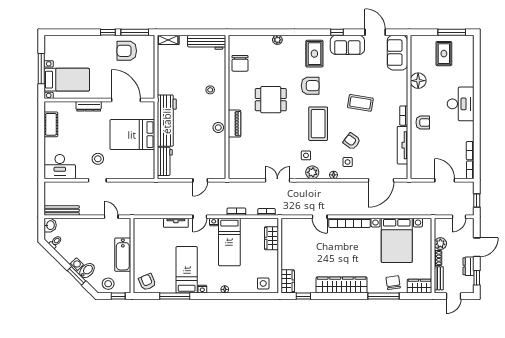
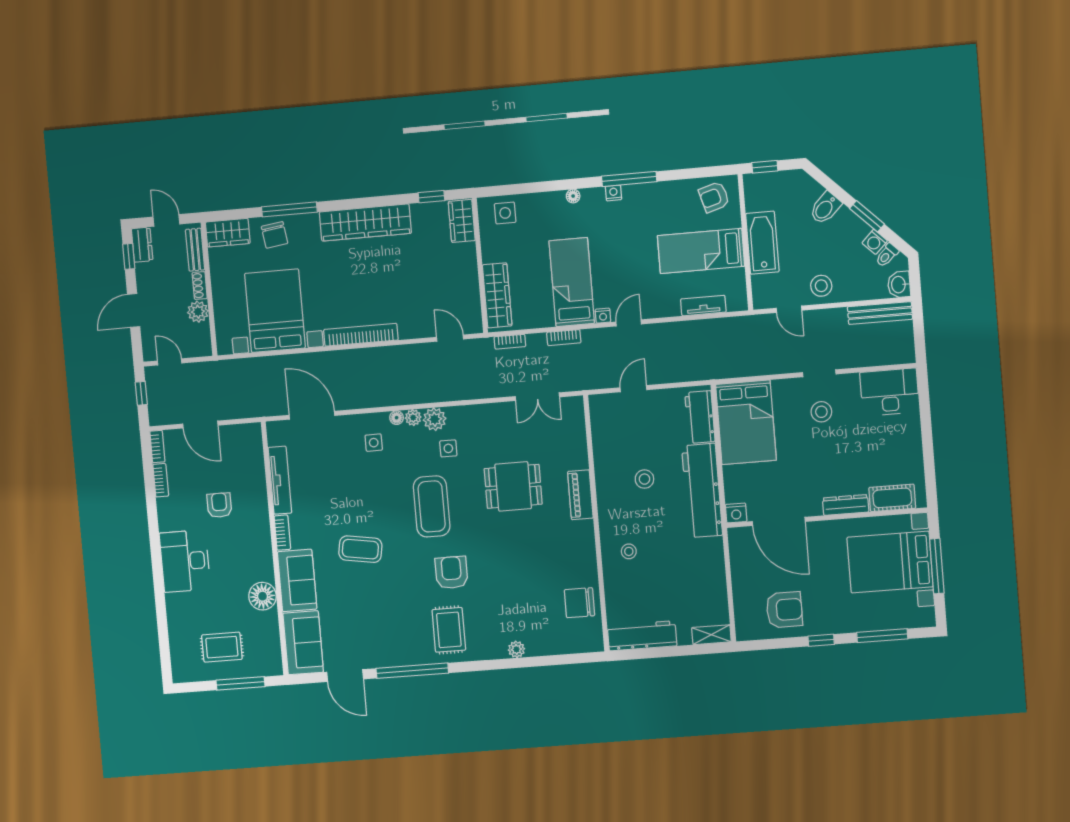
window: (135, 32) -> (882, 636), moved
window: (337, 32) -> (412, 671), width x3.17
window: (452, 32) -> (240, 683), moved
sofa: (347, 45) -> (297, 580), moved, turned 90
rug: (444, 54) -> (222, 647), turned 90
chair: (240, 63) -> (579, 603), turned -90
bed with nightstands: (67, 80) -> (890, 562), width x1.36
armchair: (310, 86) -> (451, 573), turned 90
dining table: (271, 100) -> (513, 486), moved
nightstand: (149, 107) -> (736, 513), added
armchair: (423, 122) -> (219, 505), moved, turned 90
cot: (51, 124) -> (892, 498), moved, turned 90
stool: (218, 128) -> (644, 479), moved
bed: (132, 135) -> (746, 422), moved, turned 90
armchair: (352, 141) -> (370, 480), removed
plant: (324, 174) -> (413, 418), added
double door: (277, 180) -> (537, 397), moved
door: (381, 180) -> (312, 415), hinge flipped
door: (320, 217) -> (450, 338), moved
door: (459, 217) -> (170, 362), hinge flipped
tv unit: (176, 223) -> (703, 306), moved
wardrobe: (271, 238) -> (497, 295), width x1.50
washing machine: (76, 265) -> (875, 242), moved
dresser: (469, 266) -> (142, 245), moved
bed: (187, 270) -> (701, 251), moved, turned 90
window: (76, 276) -> (867, 216), moved
armchair: (147, 282) -> (714, 197), turned 97
stool: (108, 284) -> (821, 286), moved
window: (175, 296) -> (629, 179), moved
door: (454, 296) -> (166, 220), hinge flipped

